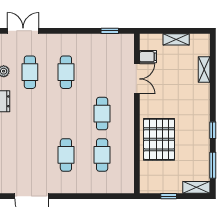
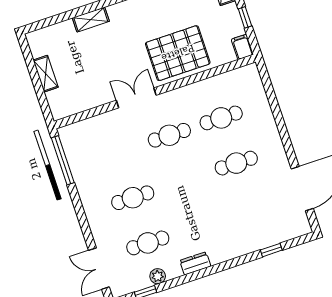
window: (110, 31) -> (63, 160), width x2.17
filing cabinet: (148, 57) -> (242, 47), moved
shelving: (204, 69) -> (91, 20), moved
double door: (137, 79) -> (136, 98), moved

